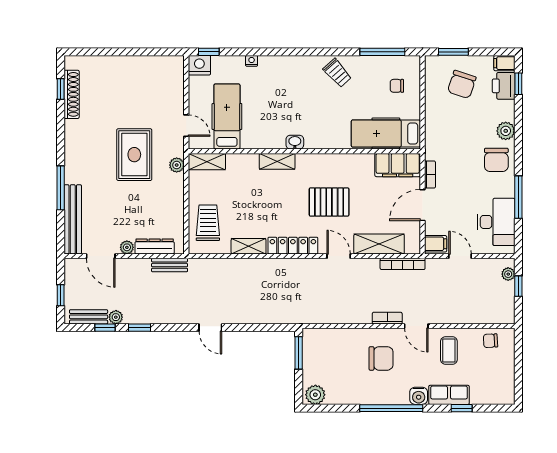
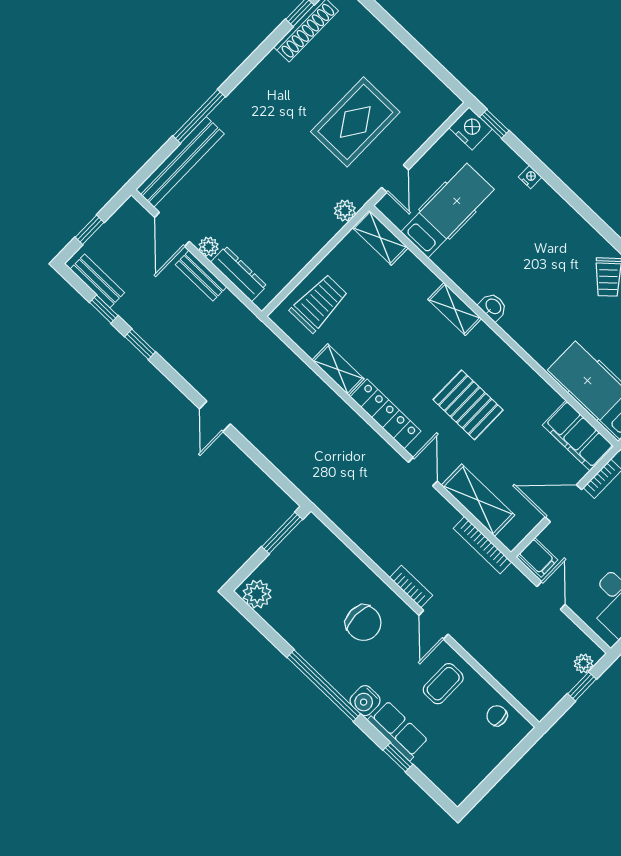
rug: (134, 155) -> (355, 122), moved
bench: (170, 265) -> (201, 276), moved
plant: (116, 317) -> (126, 309), removed

